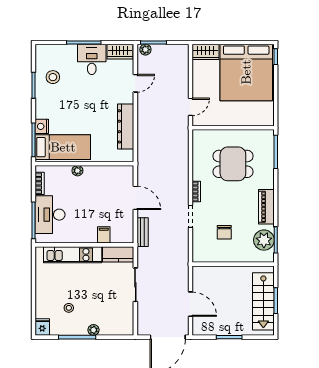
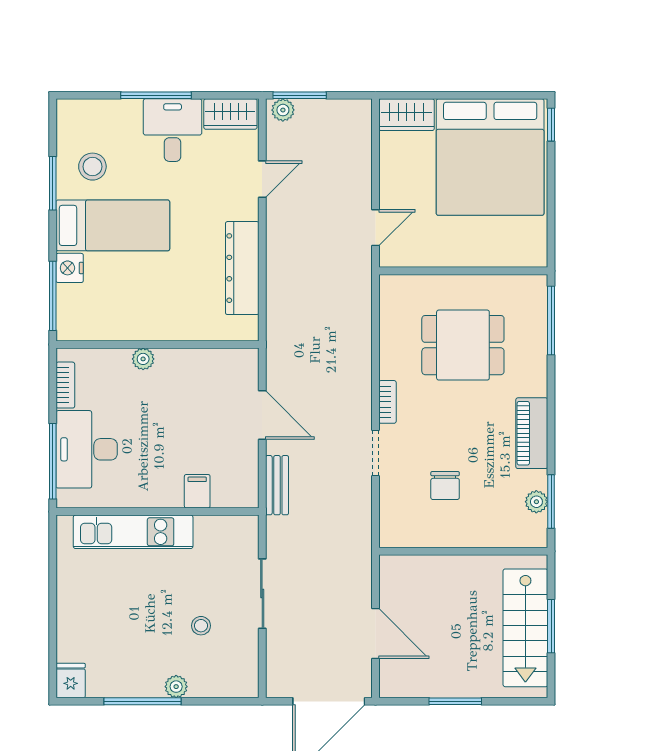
bed: (63, 147) -> (113, 225), moved
plant: (264, 240) -> (536, 502), width x0.53, depth x0.53
kitchen counter: (118, 254) -> (227, 531), removed
stool: (69, 308) -> (201, 626), moved

